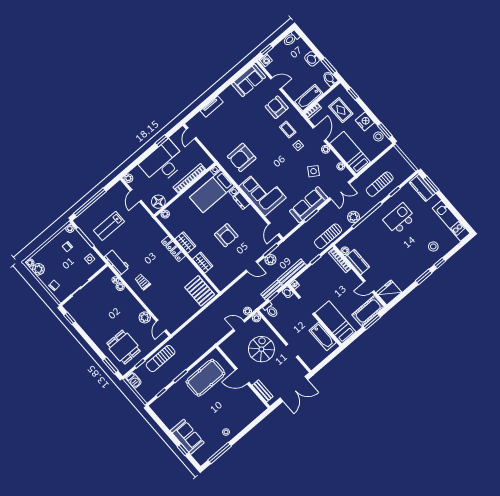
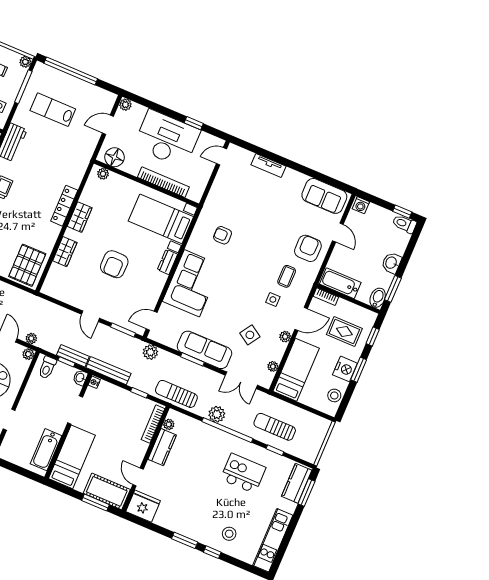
window: (267, 50) -> (402, 212), moved
rug: (341, 110) -> (344, 331), turned 90
window: (385, 131) -> (359, 370), moved
armchair: (242, 157) -> (223, 235), width x0.53, depth x0.53
plant: (270, 260) -> (150, 352), moved

